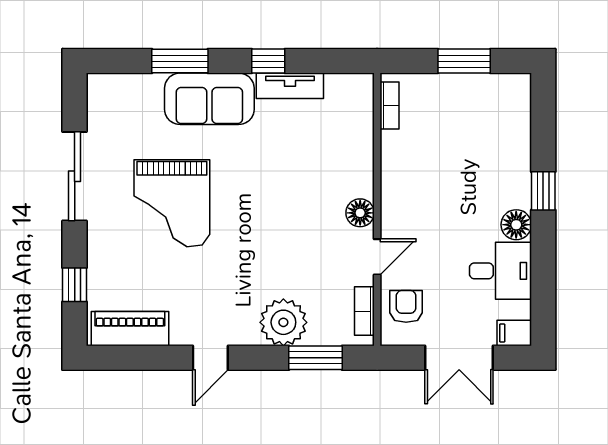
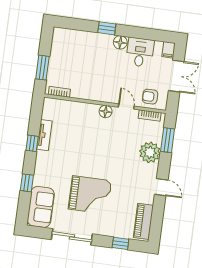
window: (180, 61) -> (27, 183), width x0.67
window: (464, 61) -> (42, 68), moved
sofa: (209, 99) -> (41, 207), moved

